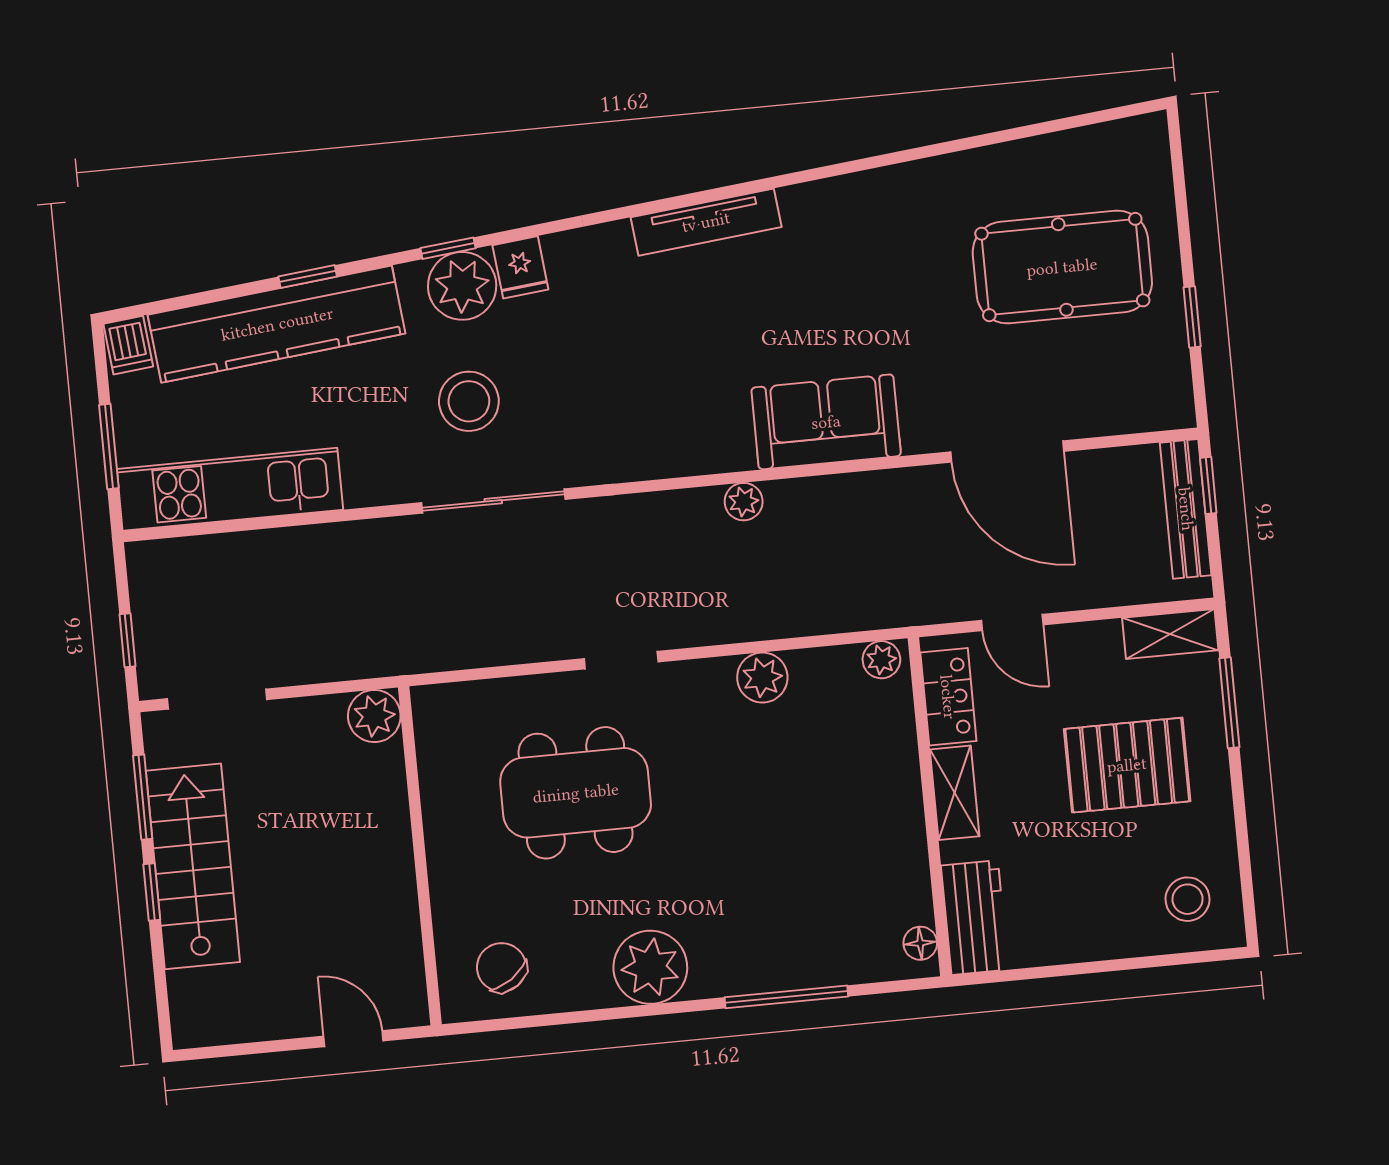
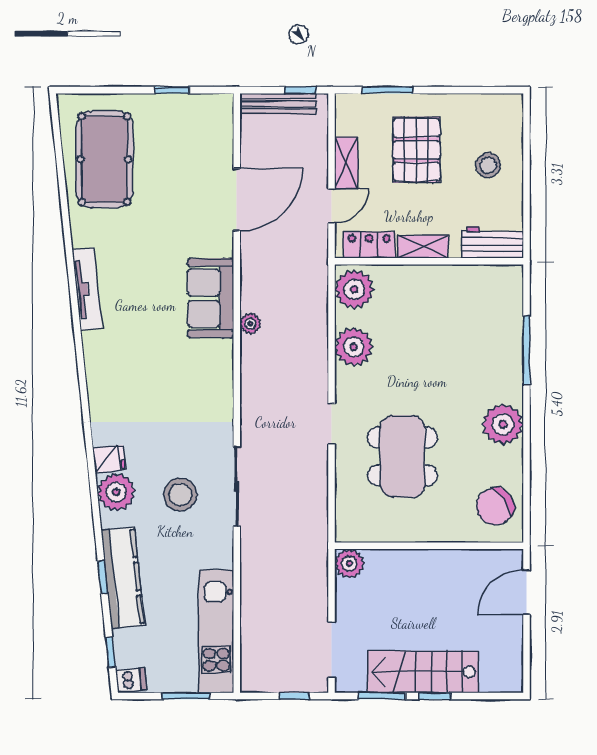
tv unit: (706, 222) -> (87, 289), moved
window: (448, 248) -> (110, 652), moved
pool table: (1062, 267) -> (104, 159), moved
kitchen counter: (277, 324) -> (123, 578), width x0.72, depth x0.86
window: (1208, 485) -> (300, 90), moved
plant: (744, 502) -> (250, 324), moved
shelving: (1170, 634) -> (346, 163), moved
plant: (881, 660) -> (354, 289), width x1.87, depth x1.87
plant: (762, 678) -> (354, 347), width x1.36, depth x1.36
stool: (1187, 899) -> (488, 165), moved
floor lamp: (920, 943) -> (504, 274), removed
chair: (502, 967) -> (495, 507), width x1.37, depth x1.37
door: (353, 1039) -> (526, 592), width x1.38

